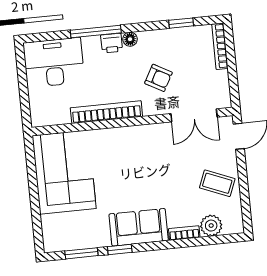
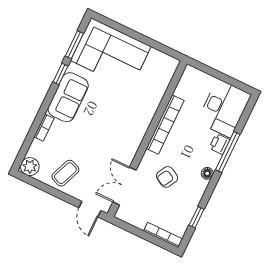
printer: (112, 43) -> (219, 144), moved
corner sofa: (64, 172) -> (111, 54), moved
plant: (211, 226) -> (30, 167), moved

